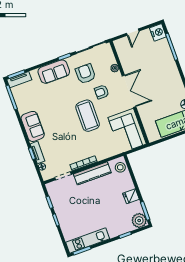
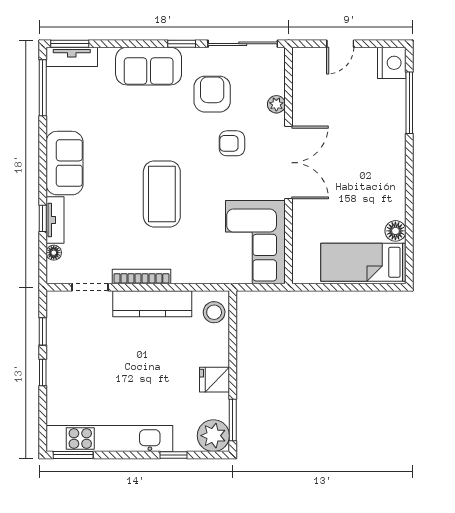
coffee table: (88, 116) -> (162, 194), moved
kitchen unit: (88, 241) -> (109, 439), width x1.36

